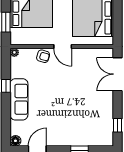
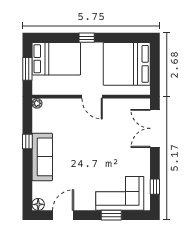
armchair: (43, 56) -> (70, 108), removed
corner sofa: (87, 131) -> (120, 193), added

